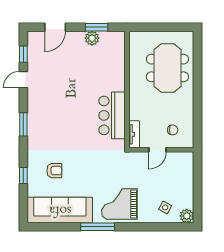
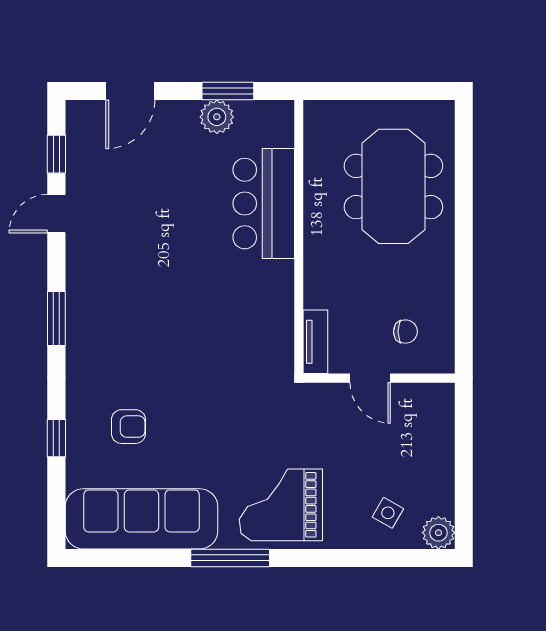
bar counter: (112, 115) -> (264, 204), moved
door: (158, 150) -> (370, 378), hinge flipped

